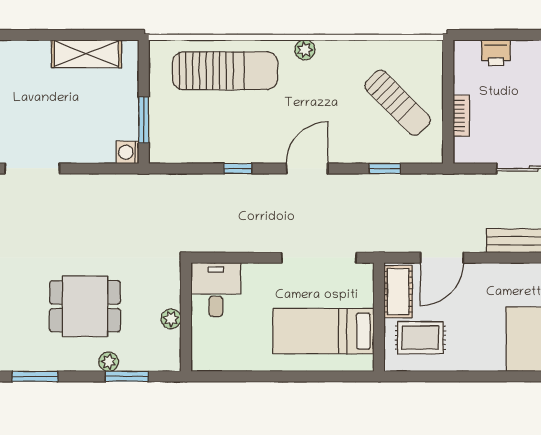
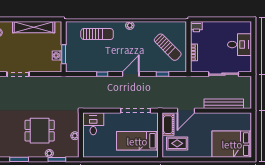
printer: (496, 53) -> (196, 27), moved
shelving: (86, 54) -> (34, 27), width x1.47
sun lounger: (225, 71) -> (97, 34), width x0.73, depth x0.75
washing machine: (128, 152) -> (57, 55), moved

